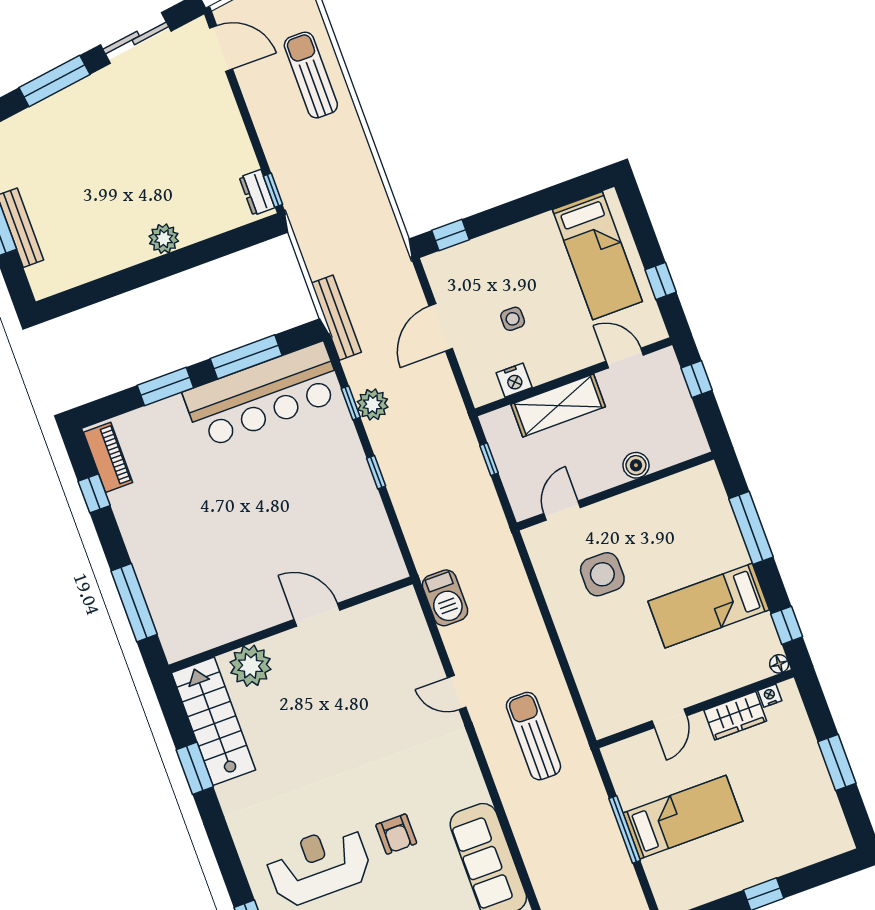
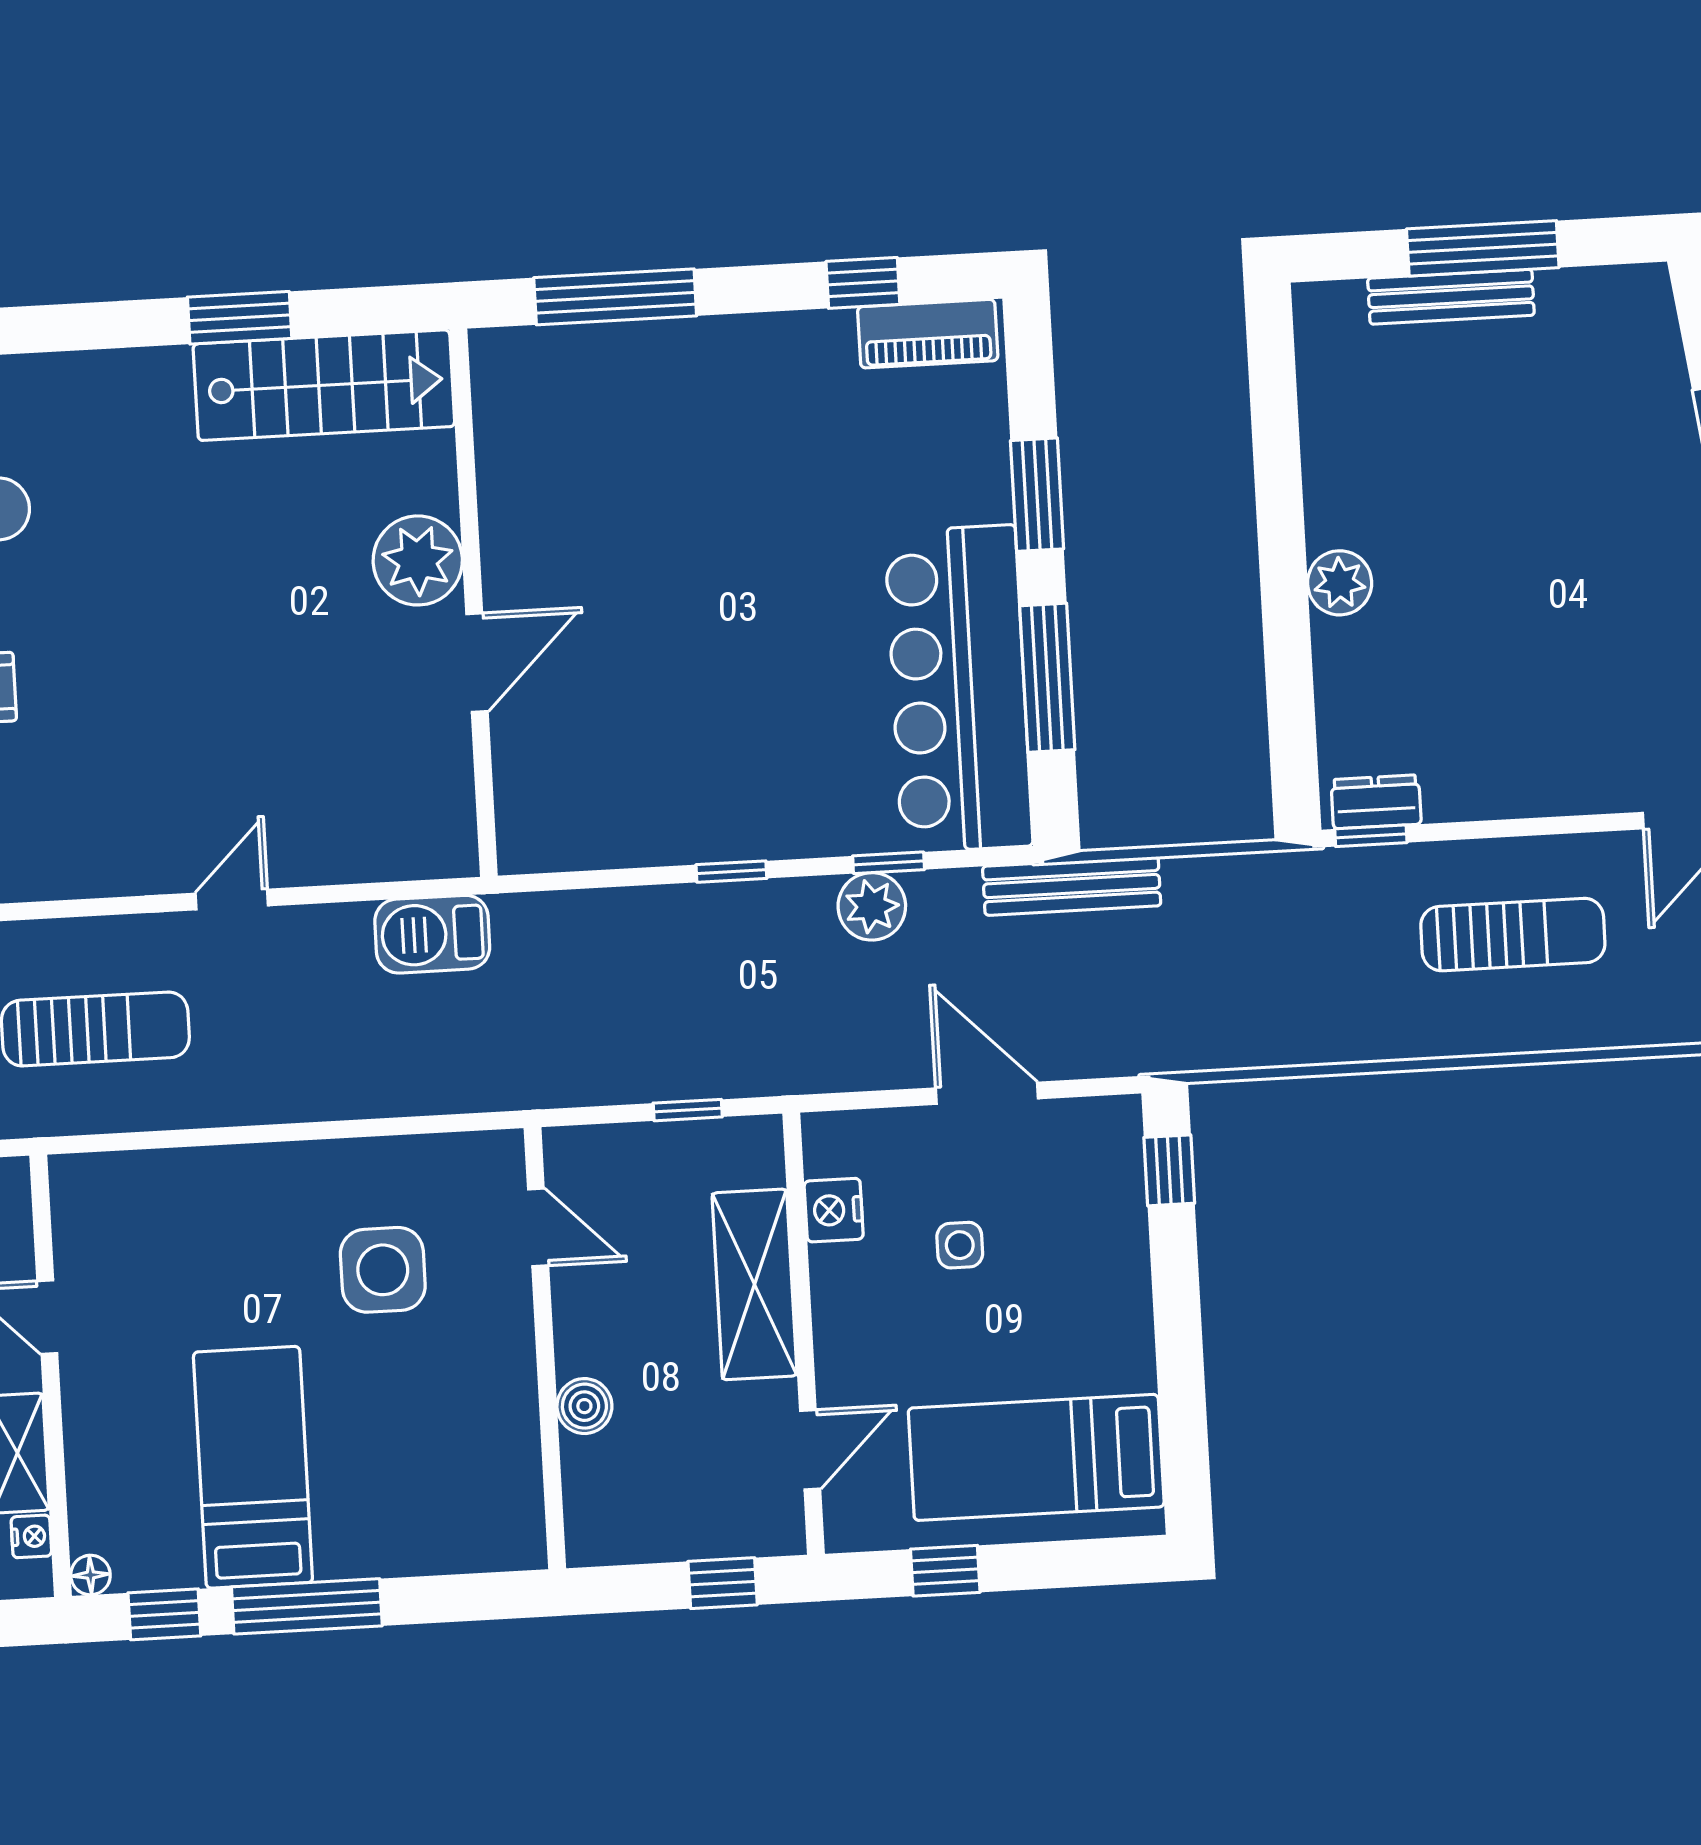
sun lounger: (311, 75) -> (1513, 935), moved
window: (751, 528) -> (307, 1606), moved
plant: (251, 666) -> (418, 560), moved

